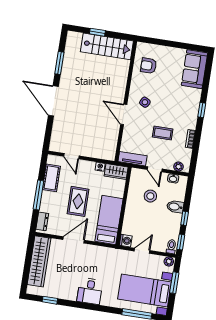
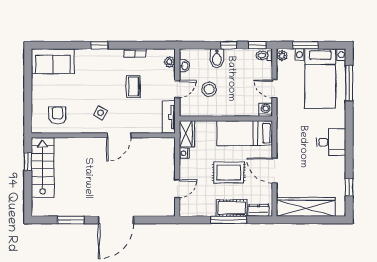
window: (97, 32) -> (28, 162), moved
armchair: (149, 66) -> (57, 115), turned 180
cot: (51, 178) -> (232, 208), moved

